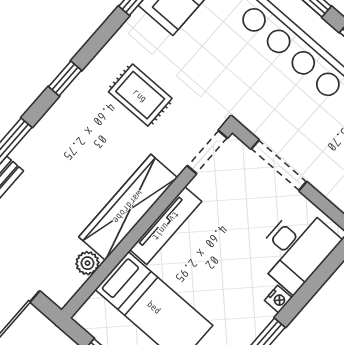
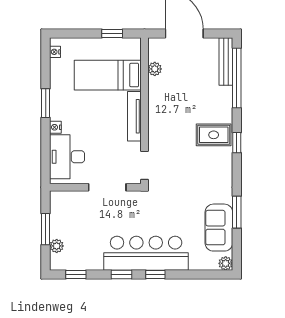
rug: (140, 95) -> (214, 135), moved
wardrobe: (128, 207) -> (158, 110), removed

